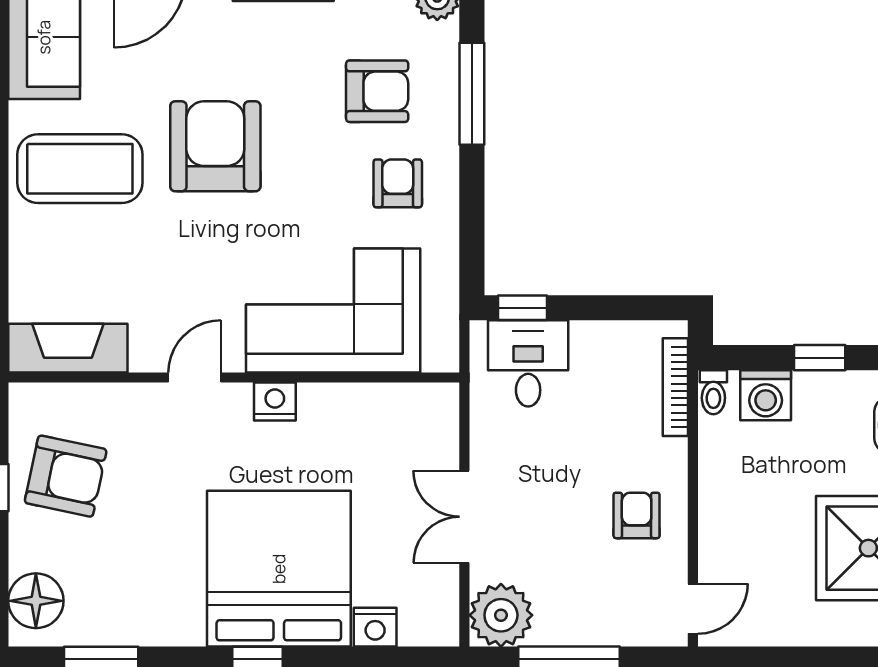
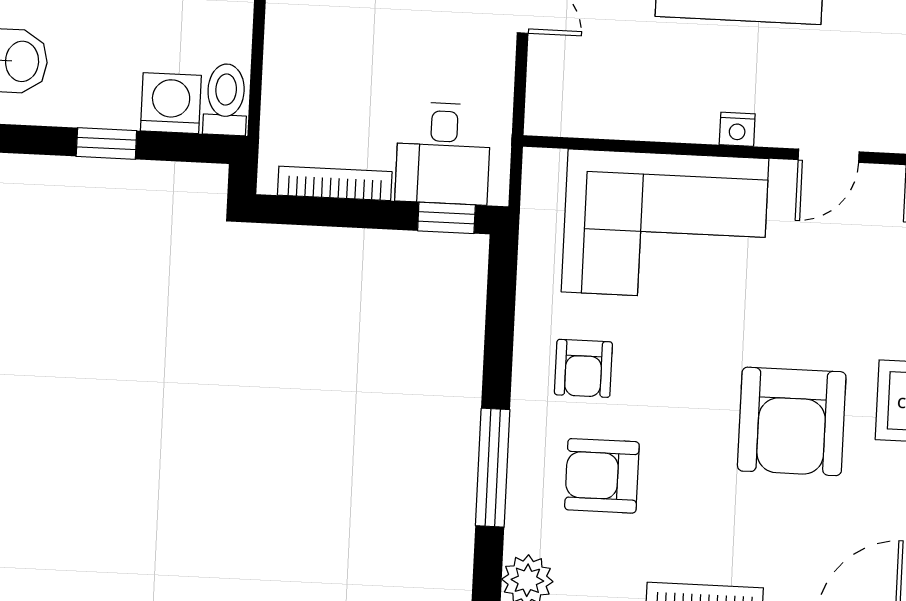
bookcase: (675, 387) -> (335, 183), moved, turned -90
toilet: (713, 392) -> (226, 99), width x1.37, depth x1.39
nightstand: (275, 402) -> (737, 129), width x0.72, depth x0.74

